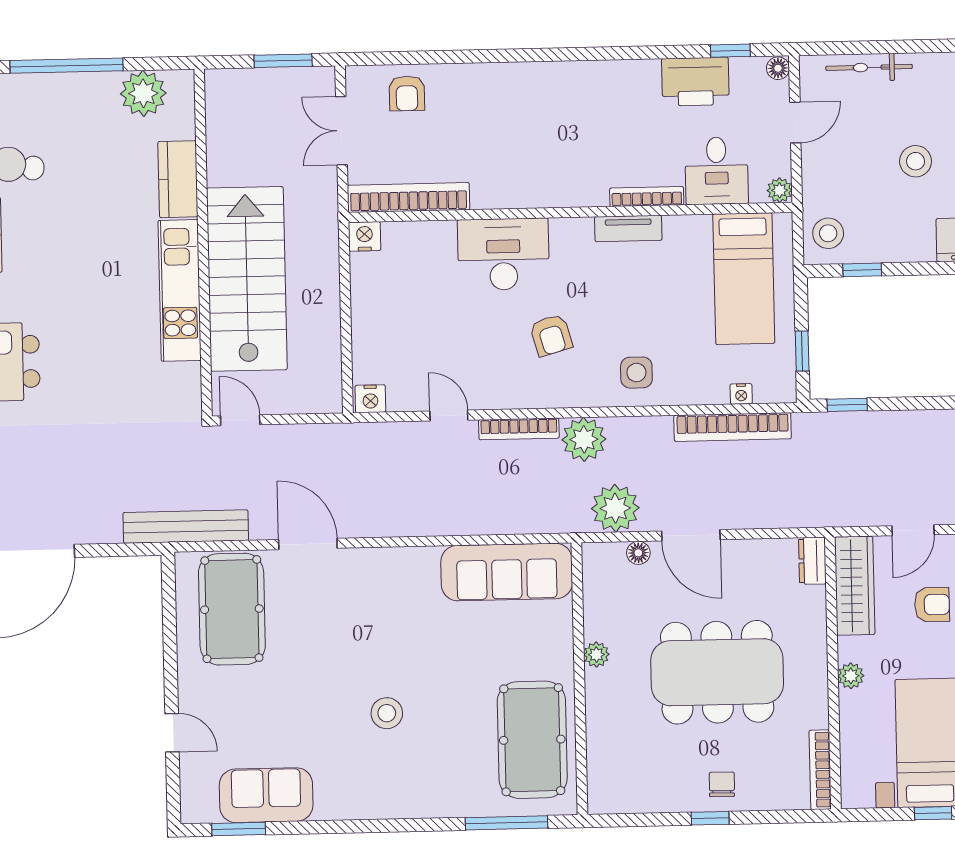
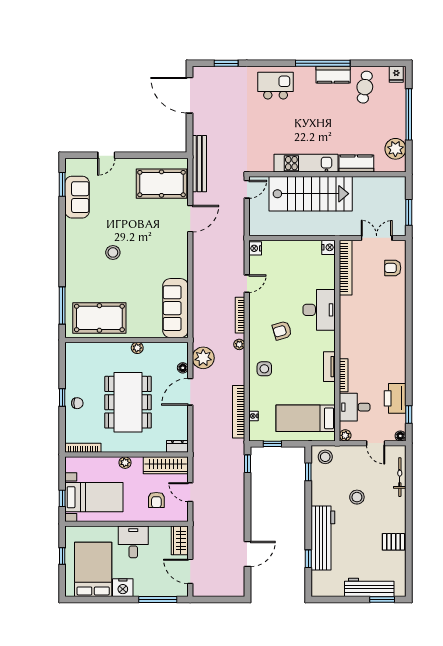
plant: (584, 439) -> (239, 344), width x0.53, depth x0.53

